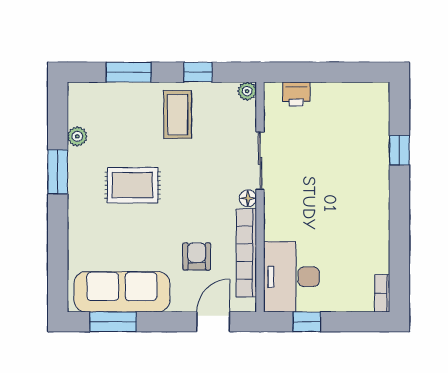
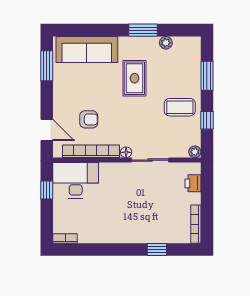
bookcase: (360, 90) -> (196, 224), added
sofa: (122, 292) -> (87, 49), moved, turned 90

